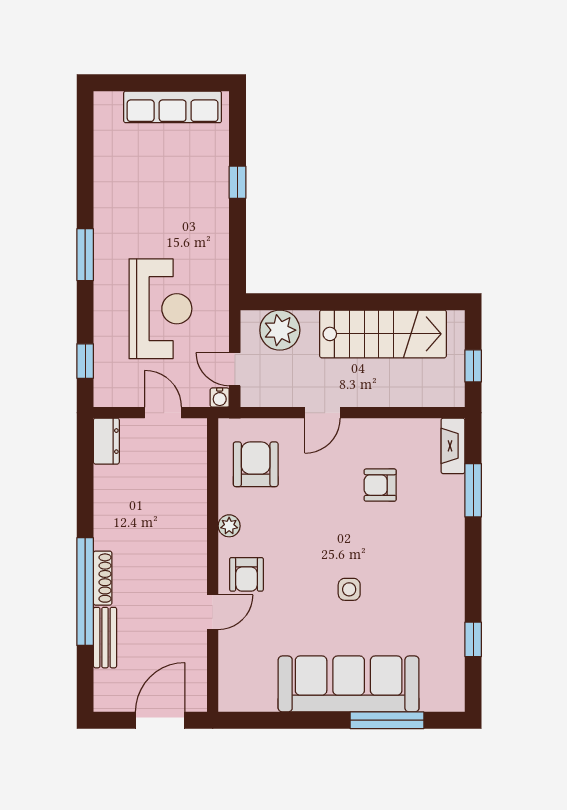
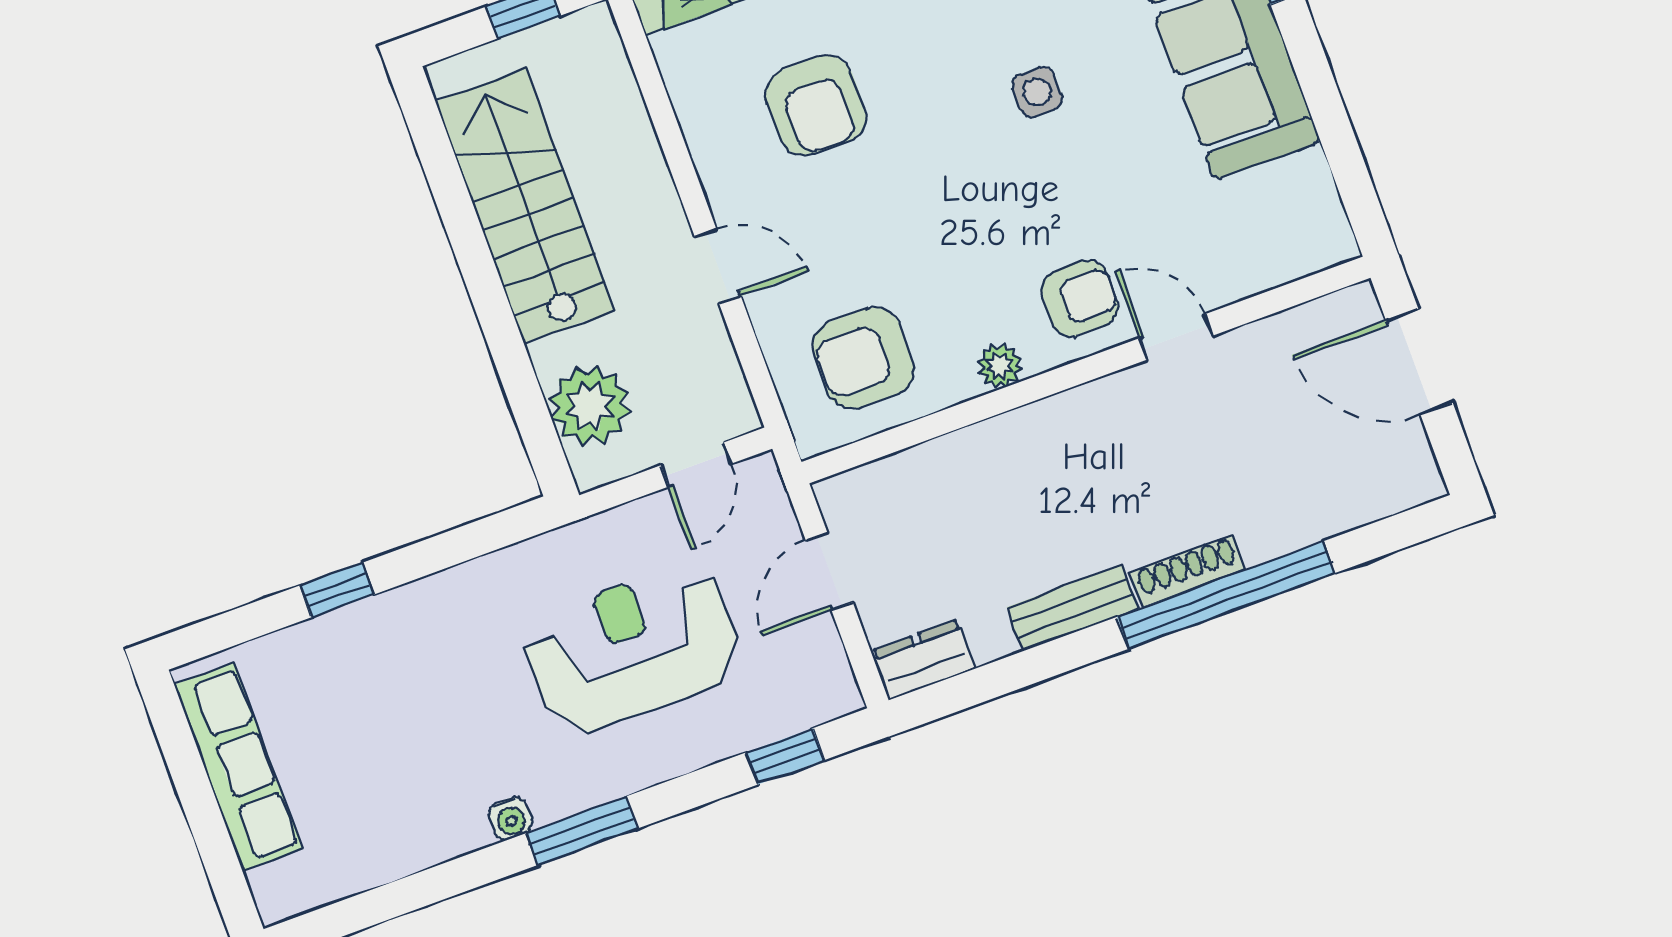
water cooler: (220, 398) -> (510, 818), moved, turned 90
armchair: (380, 485) -> (816, 106), width x1.38, depth x1.38
bench: (105, 638) -> (1073, 608), moved

